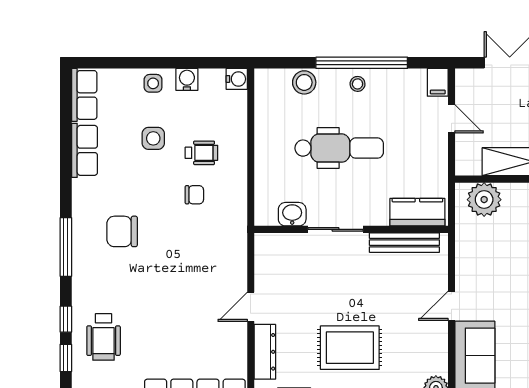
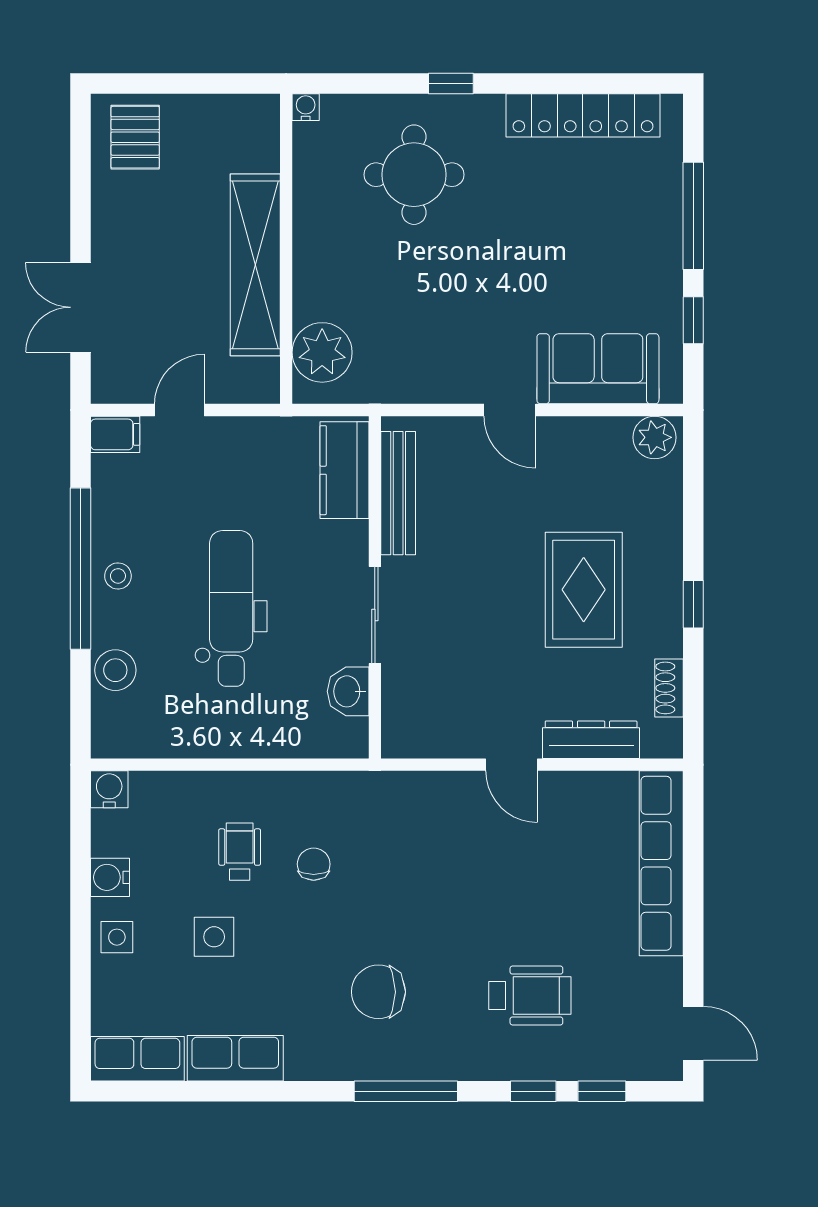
chair: (122, 231) -> (378, 992), turned 90
wheelchair: (104, 337) -> (530, 996), moved

